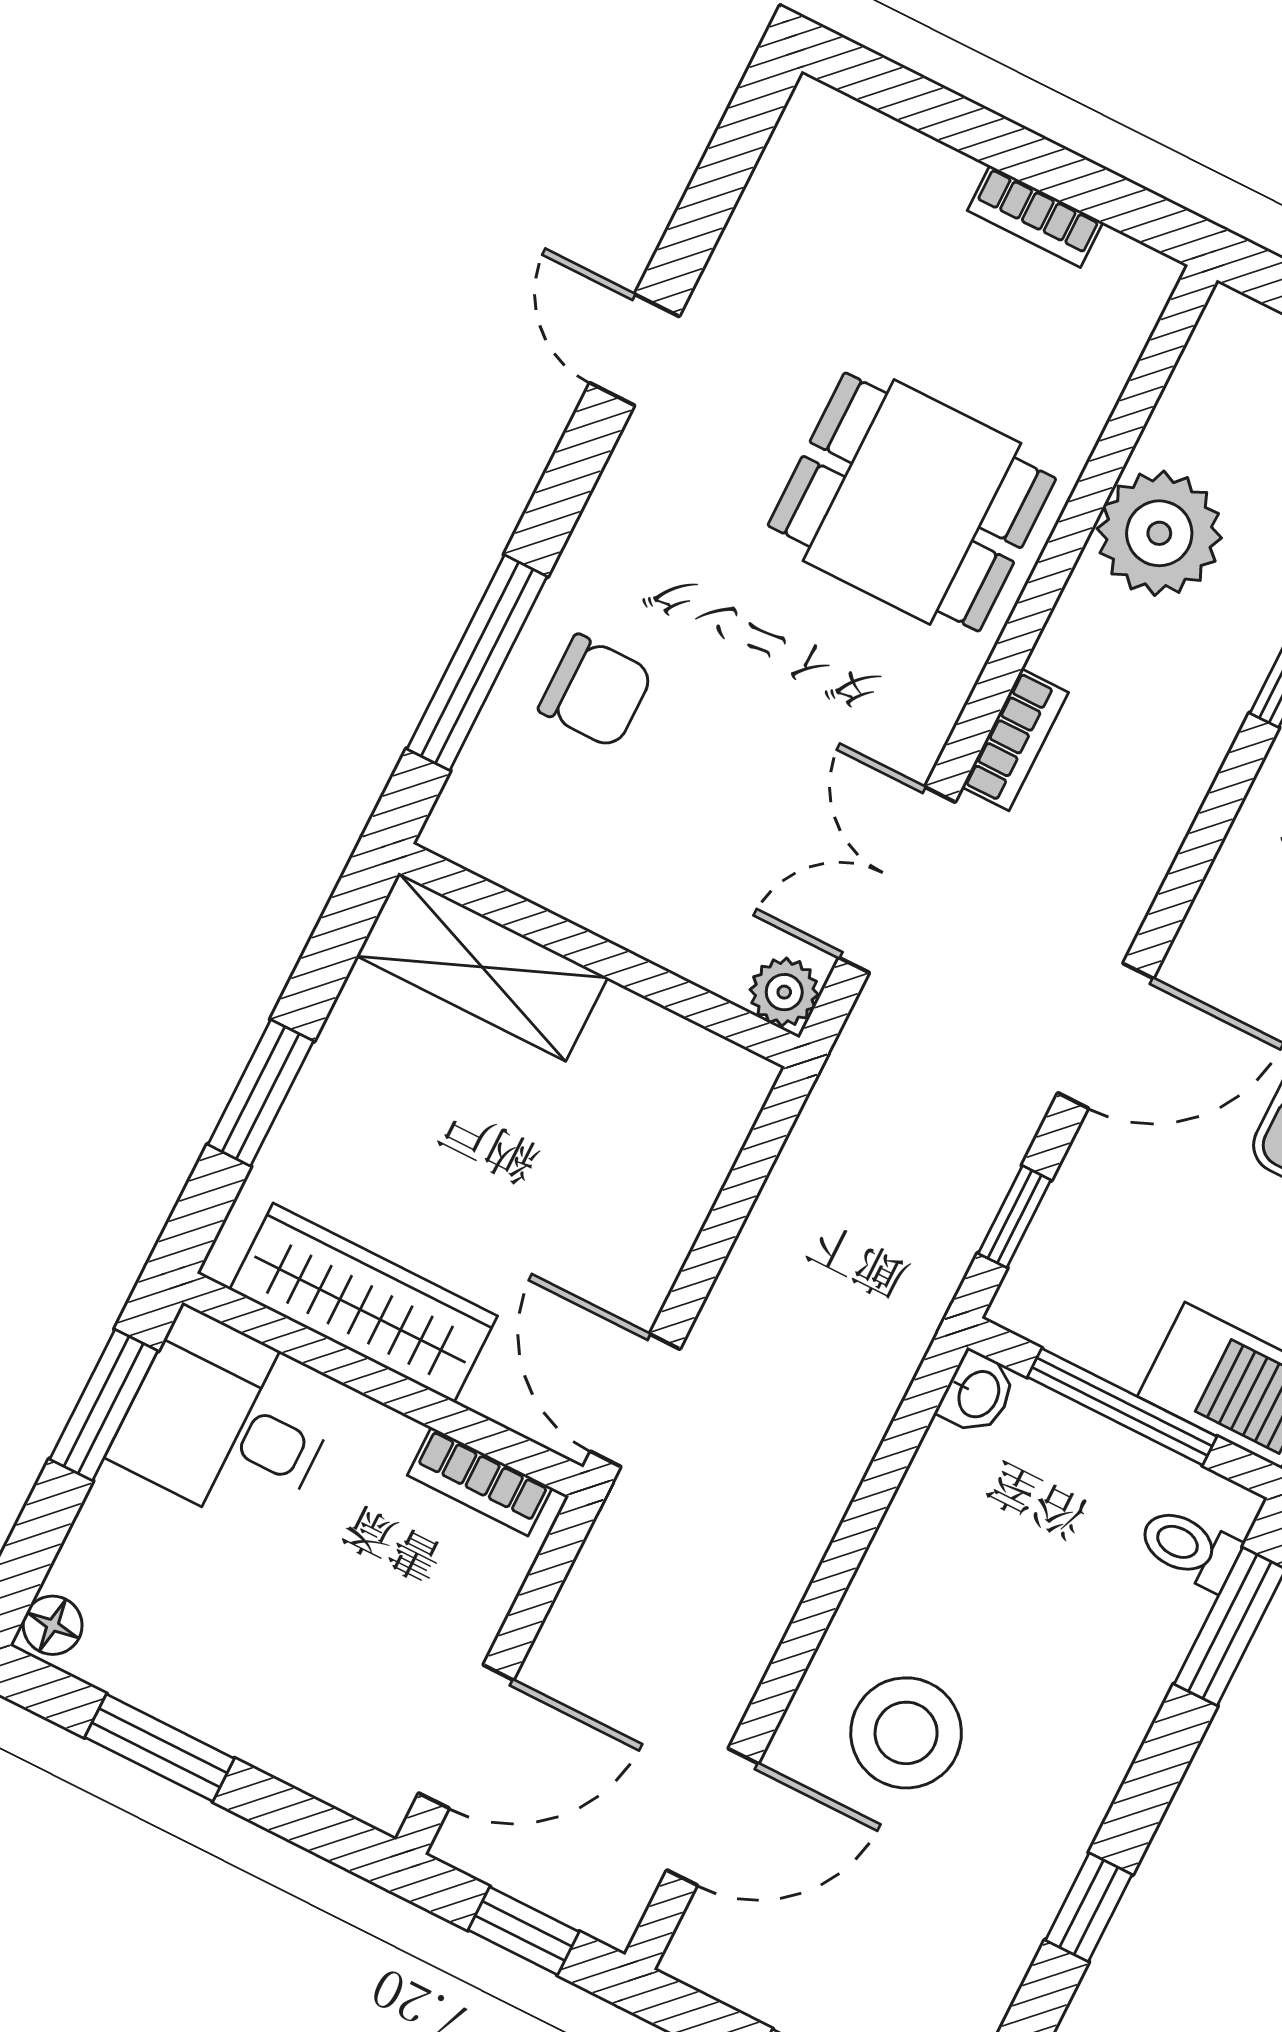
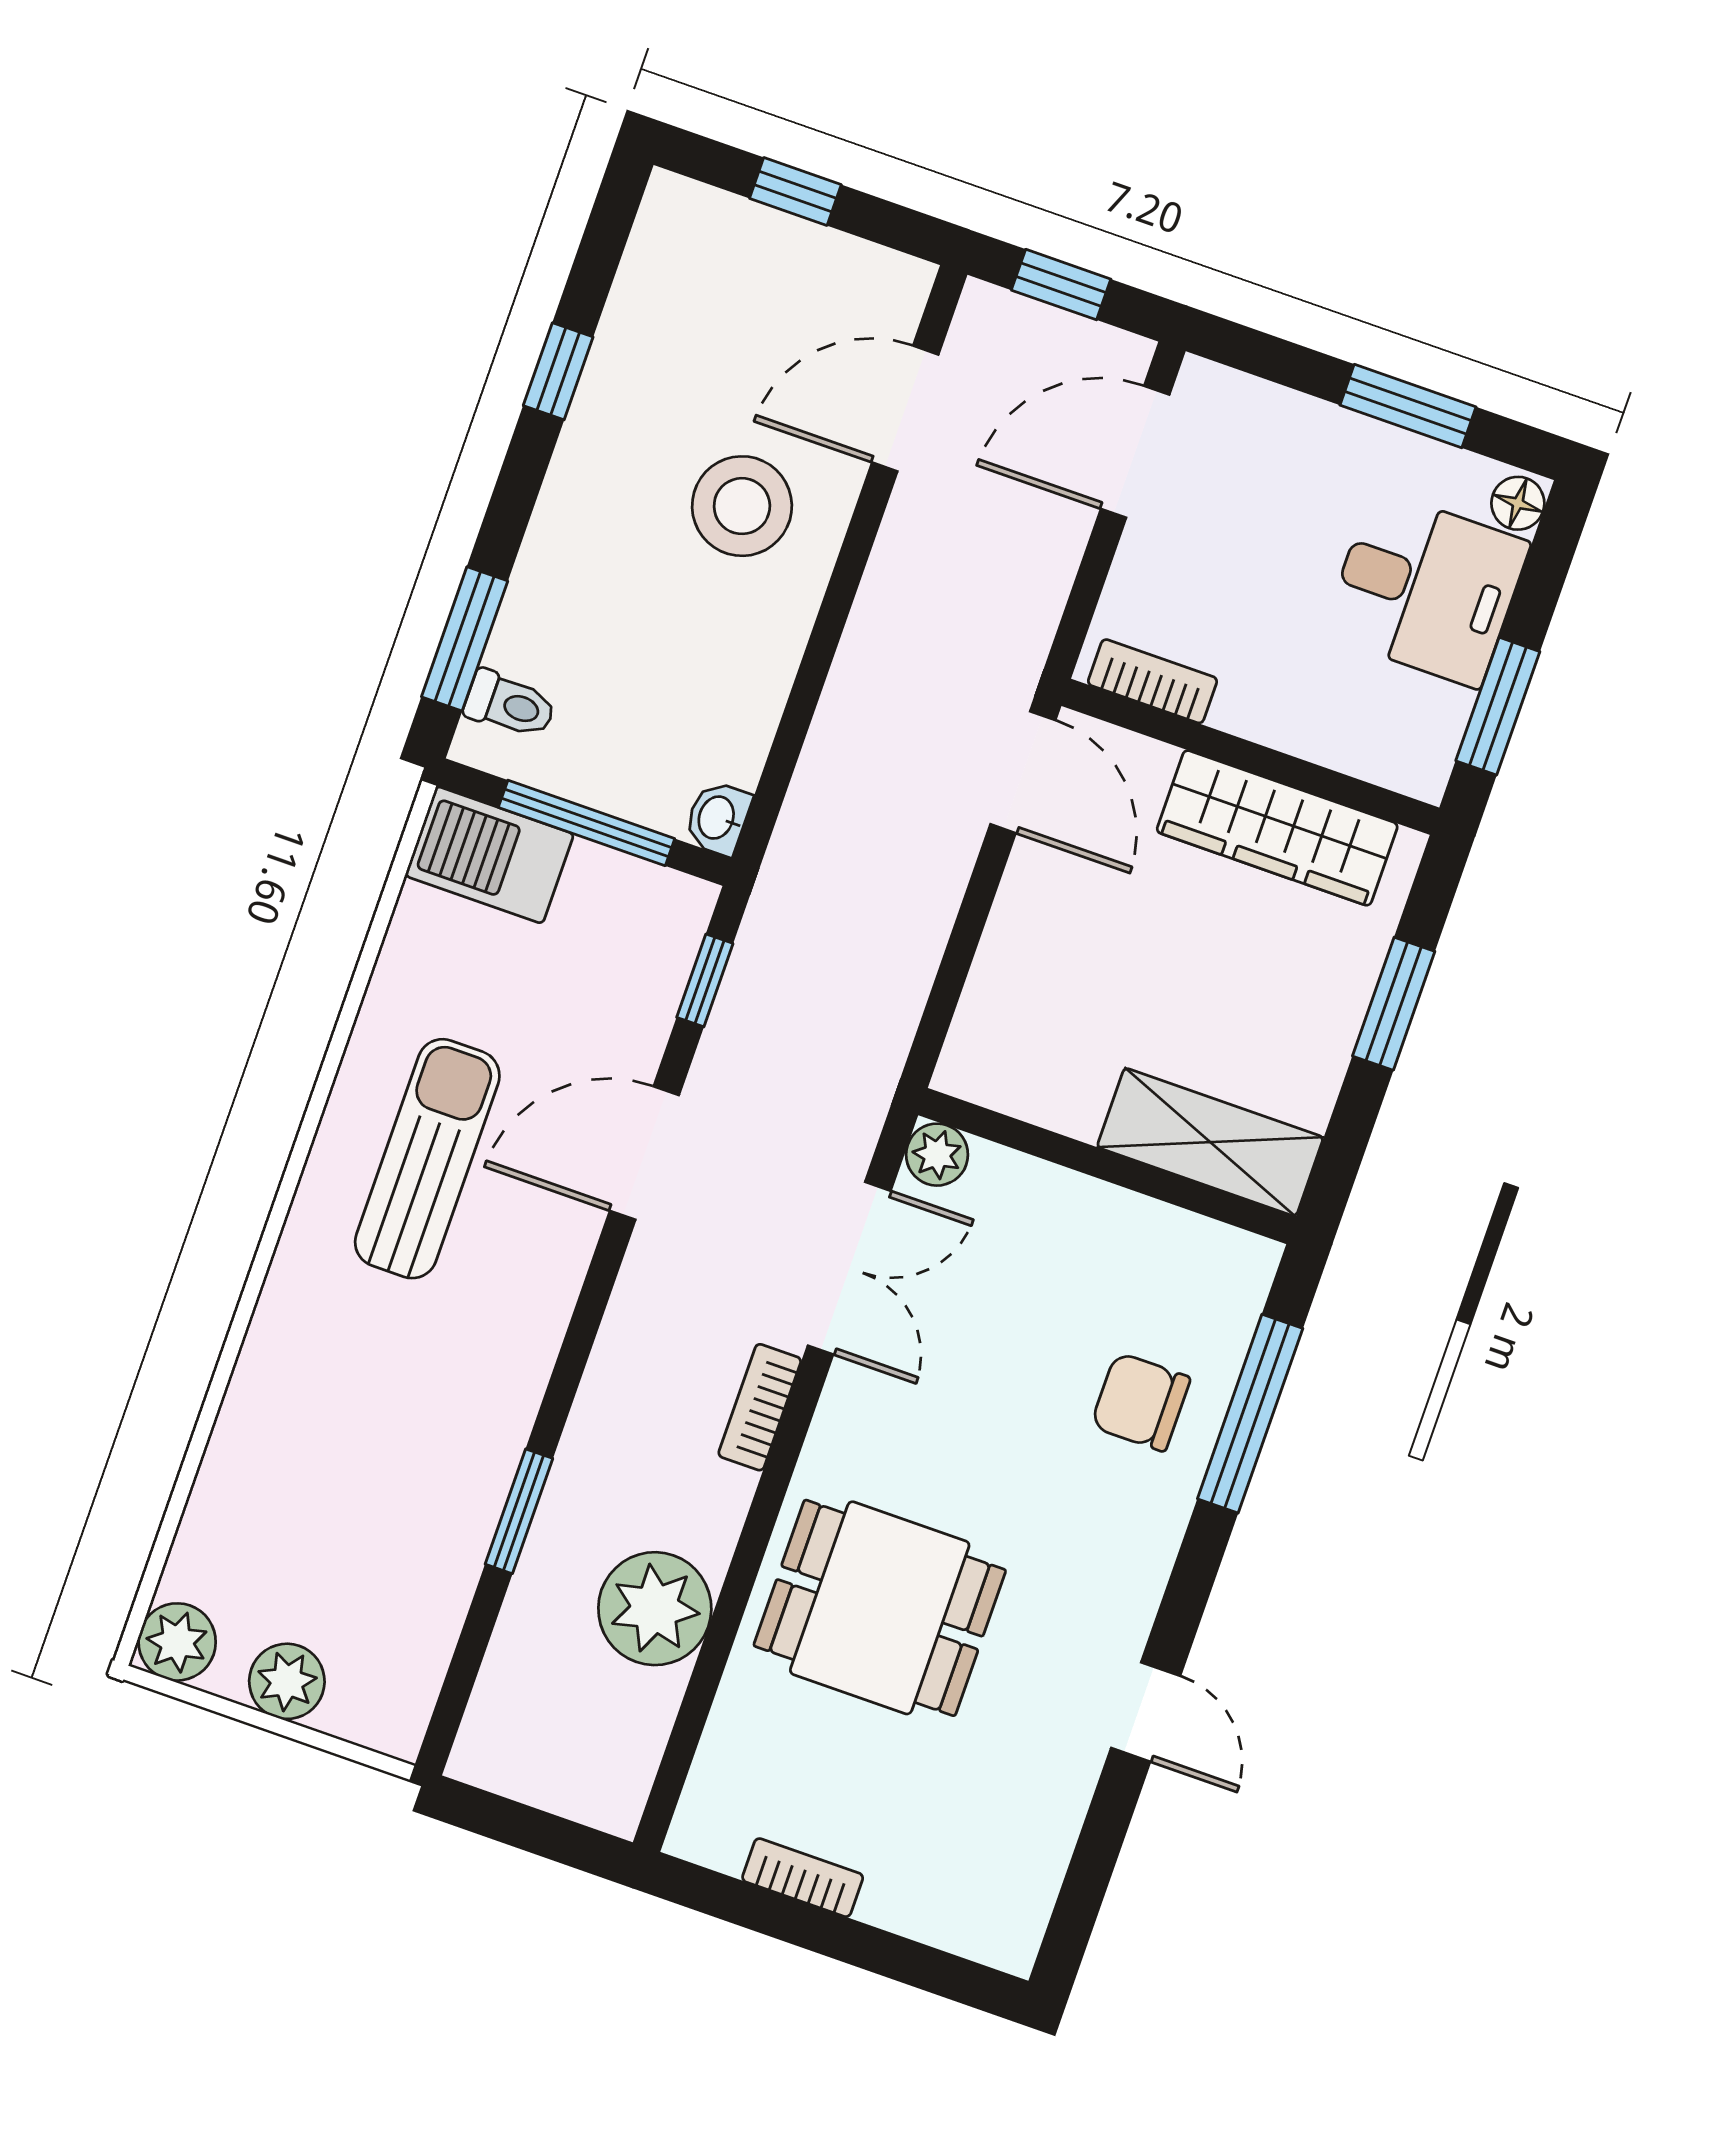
desk: (227, 1422) -> (1426, 589), moved

